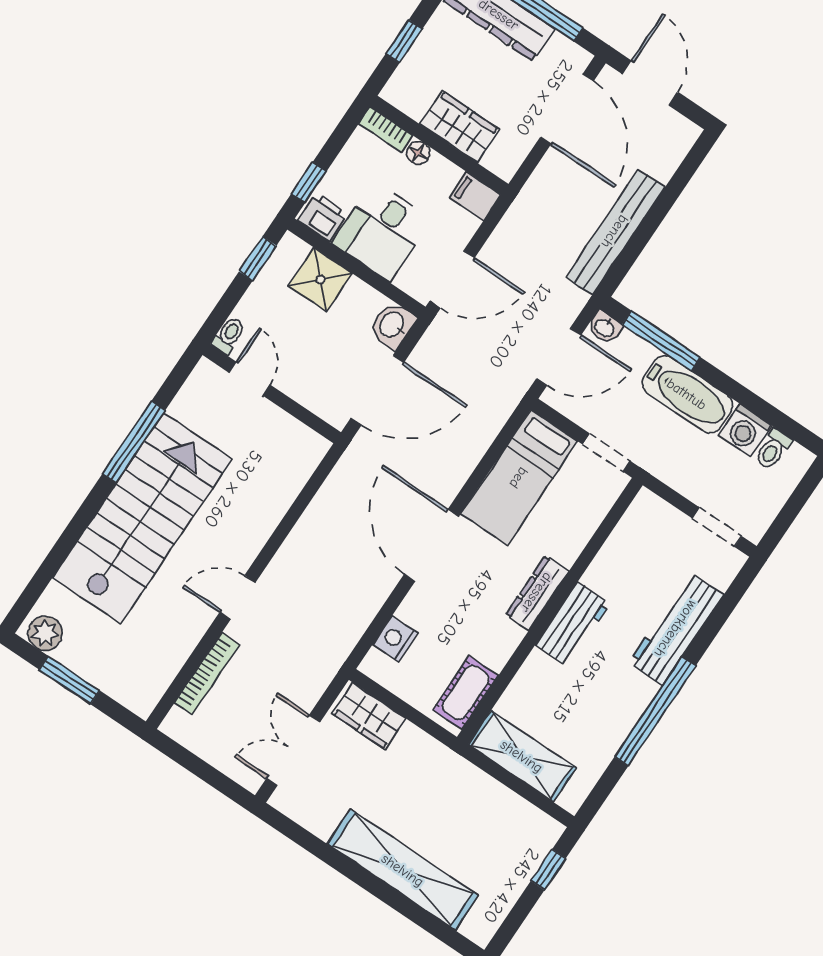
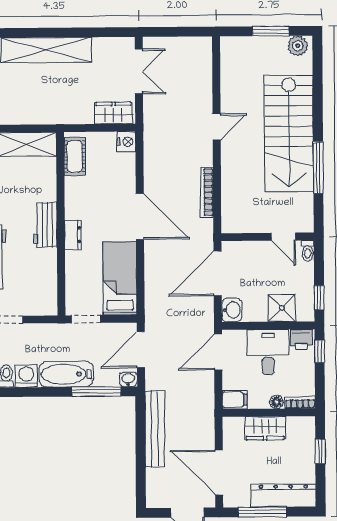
dresser: (537, 593) -> (73, 235), width x0.70
nightstand: (395, 639) -> (126, 142), moved
bookcase: (207, 674) -> (207, 192), moved

